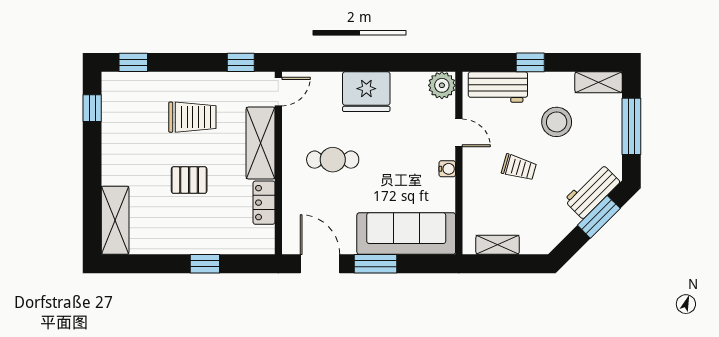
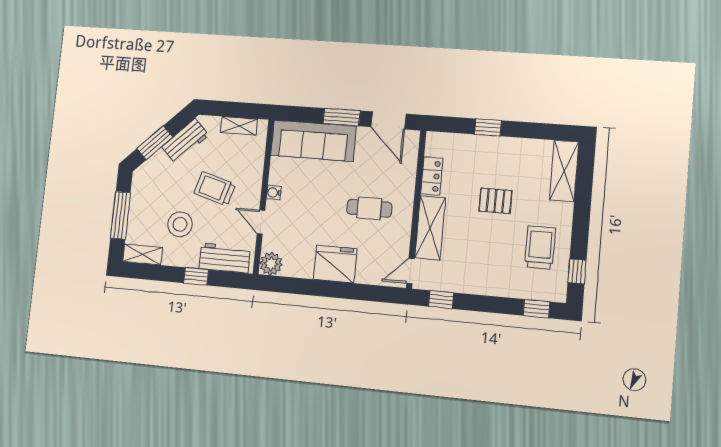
trolley: (192, 117) -> (540, 247), moved, turned 90
trolley: (519, 168) -> (215, 189), width x1.36, depth x1.39
workbench: (592, 191) -> (185, 141), moved

